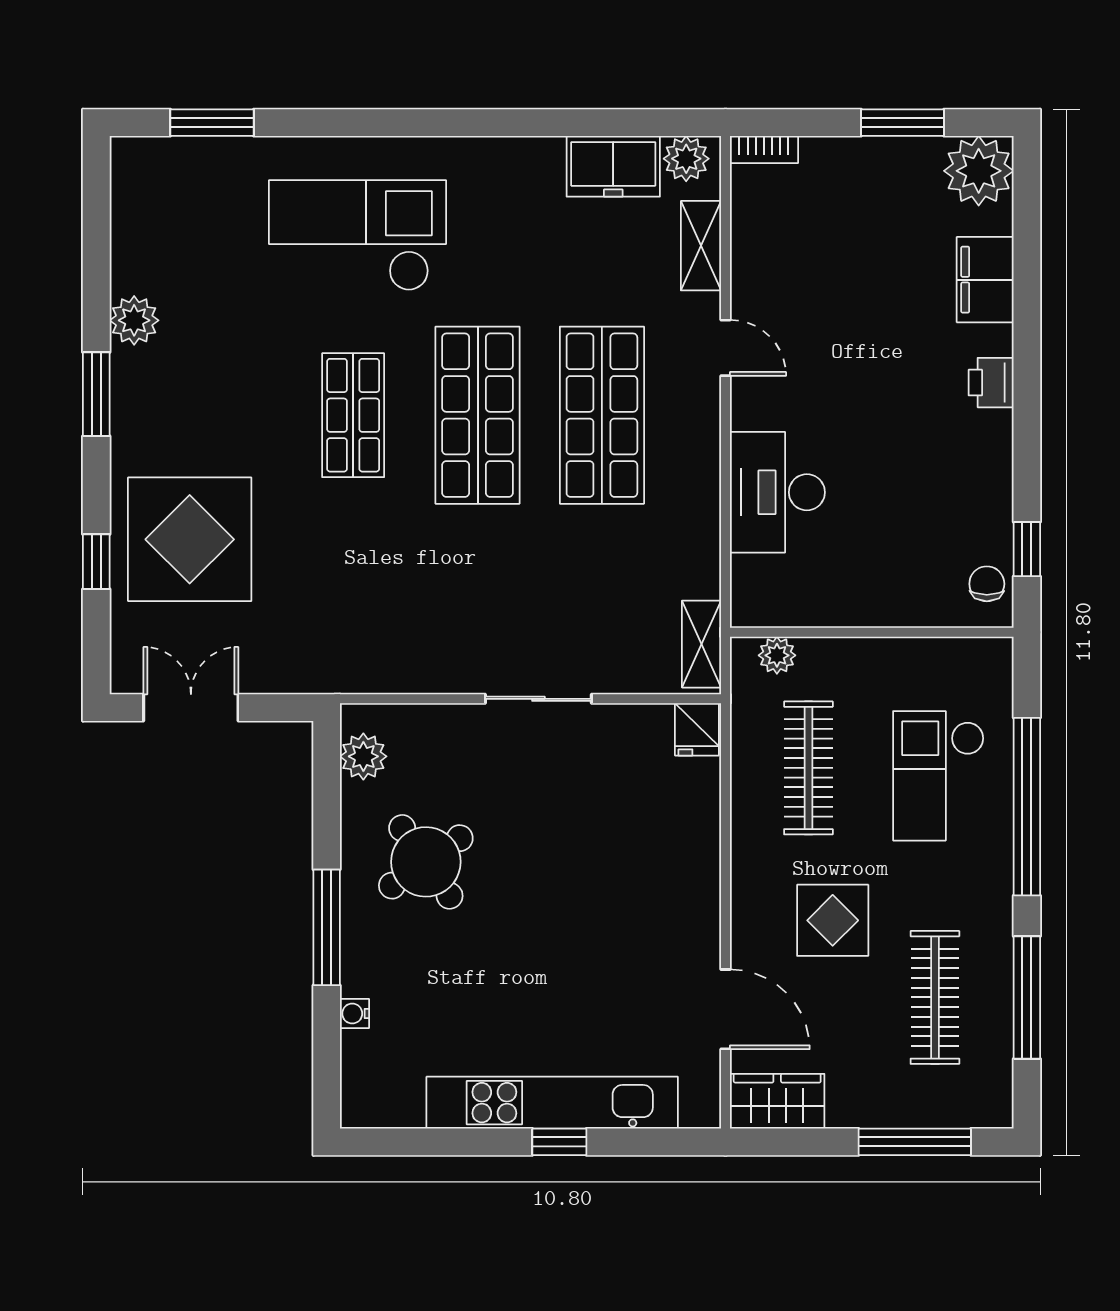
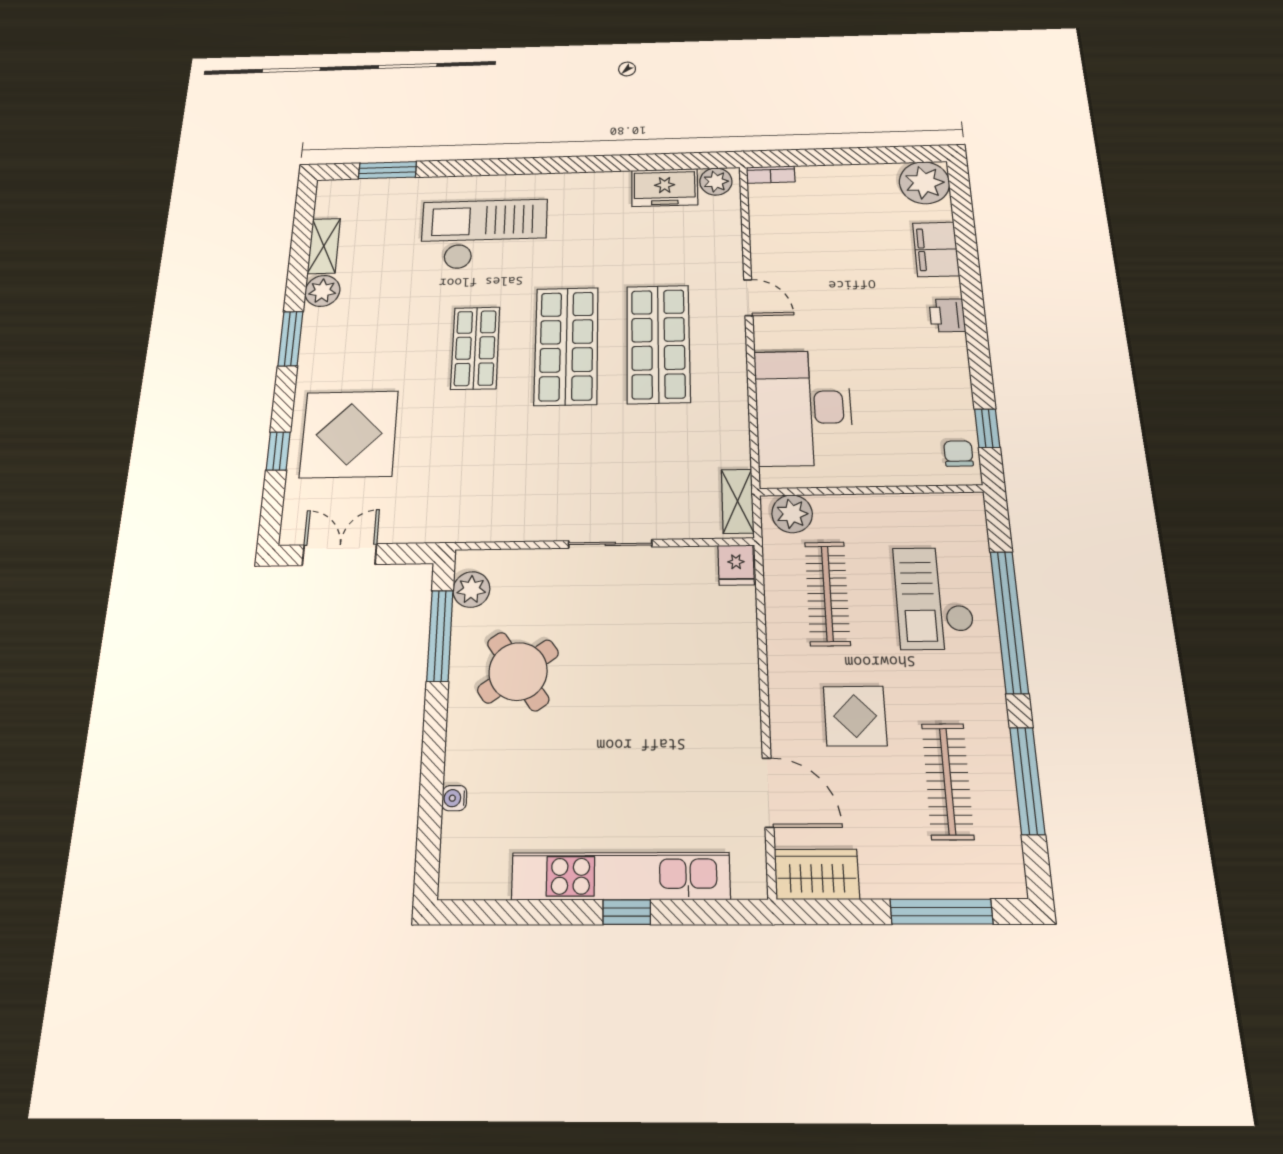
window: (903, 123) -> (868, 156), removed
shelving: (701, 246) -> (324, 246), moved
desk: (777, 492) -> (803, 408), width x1.36, depth x1.30
plant: (777, 655) -> (792, 514), width x1.38, depth x1.38
window: (327, 927) -> (440, 636), moved

